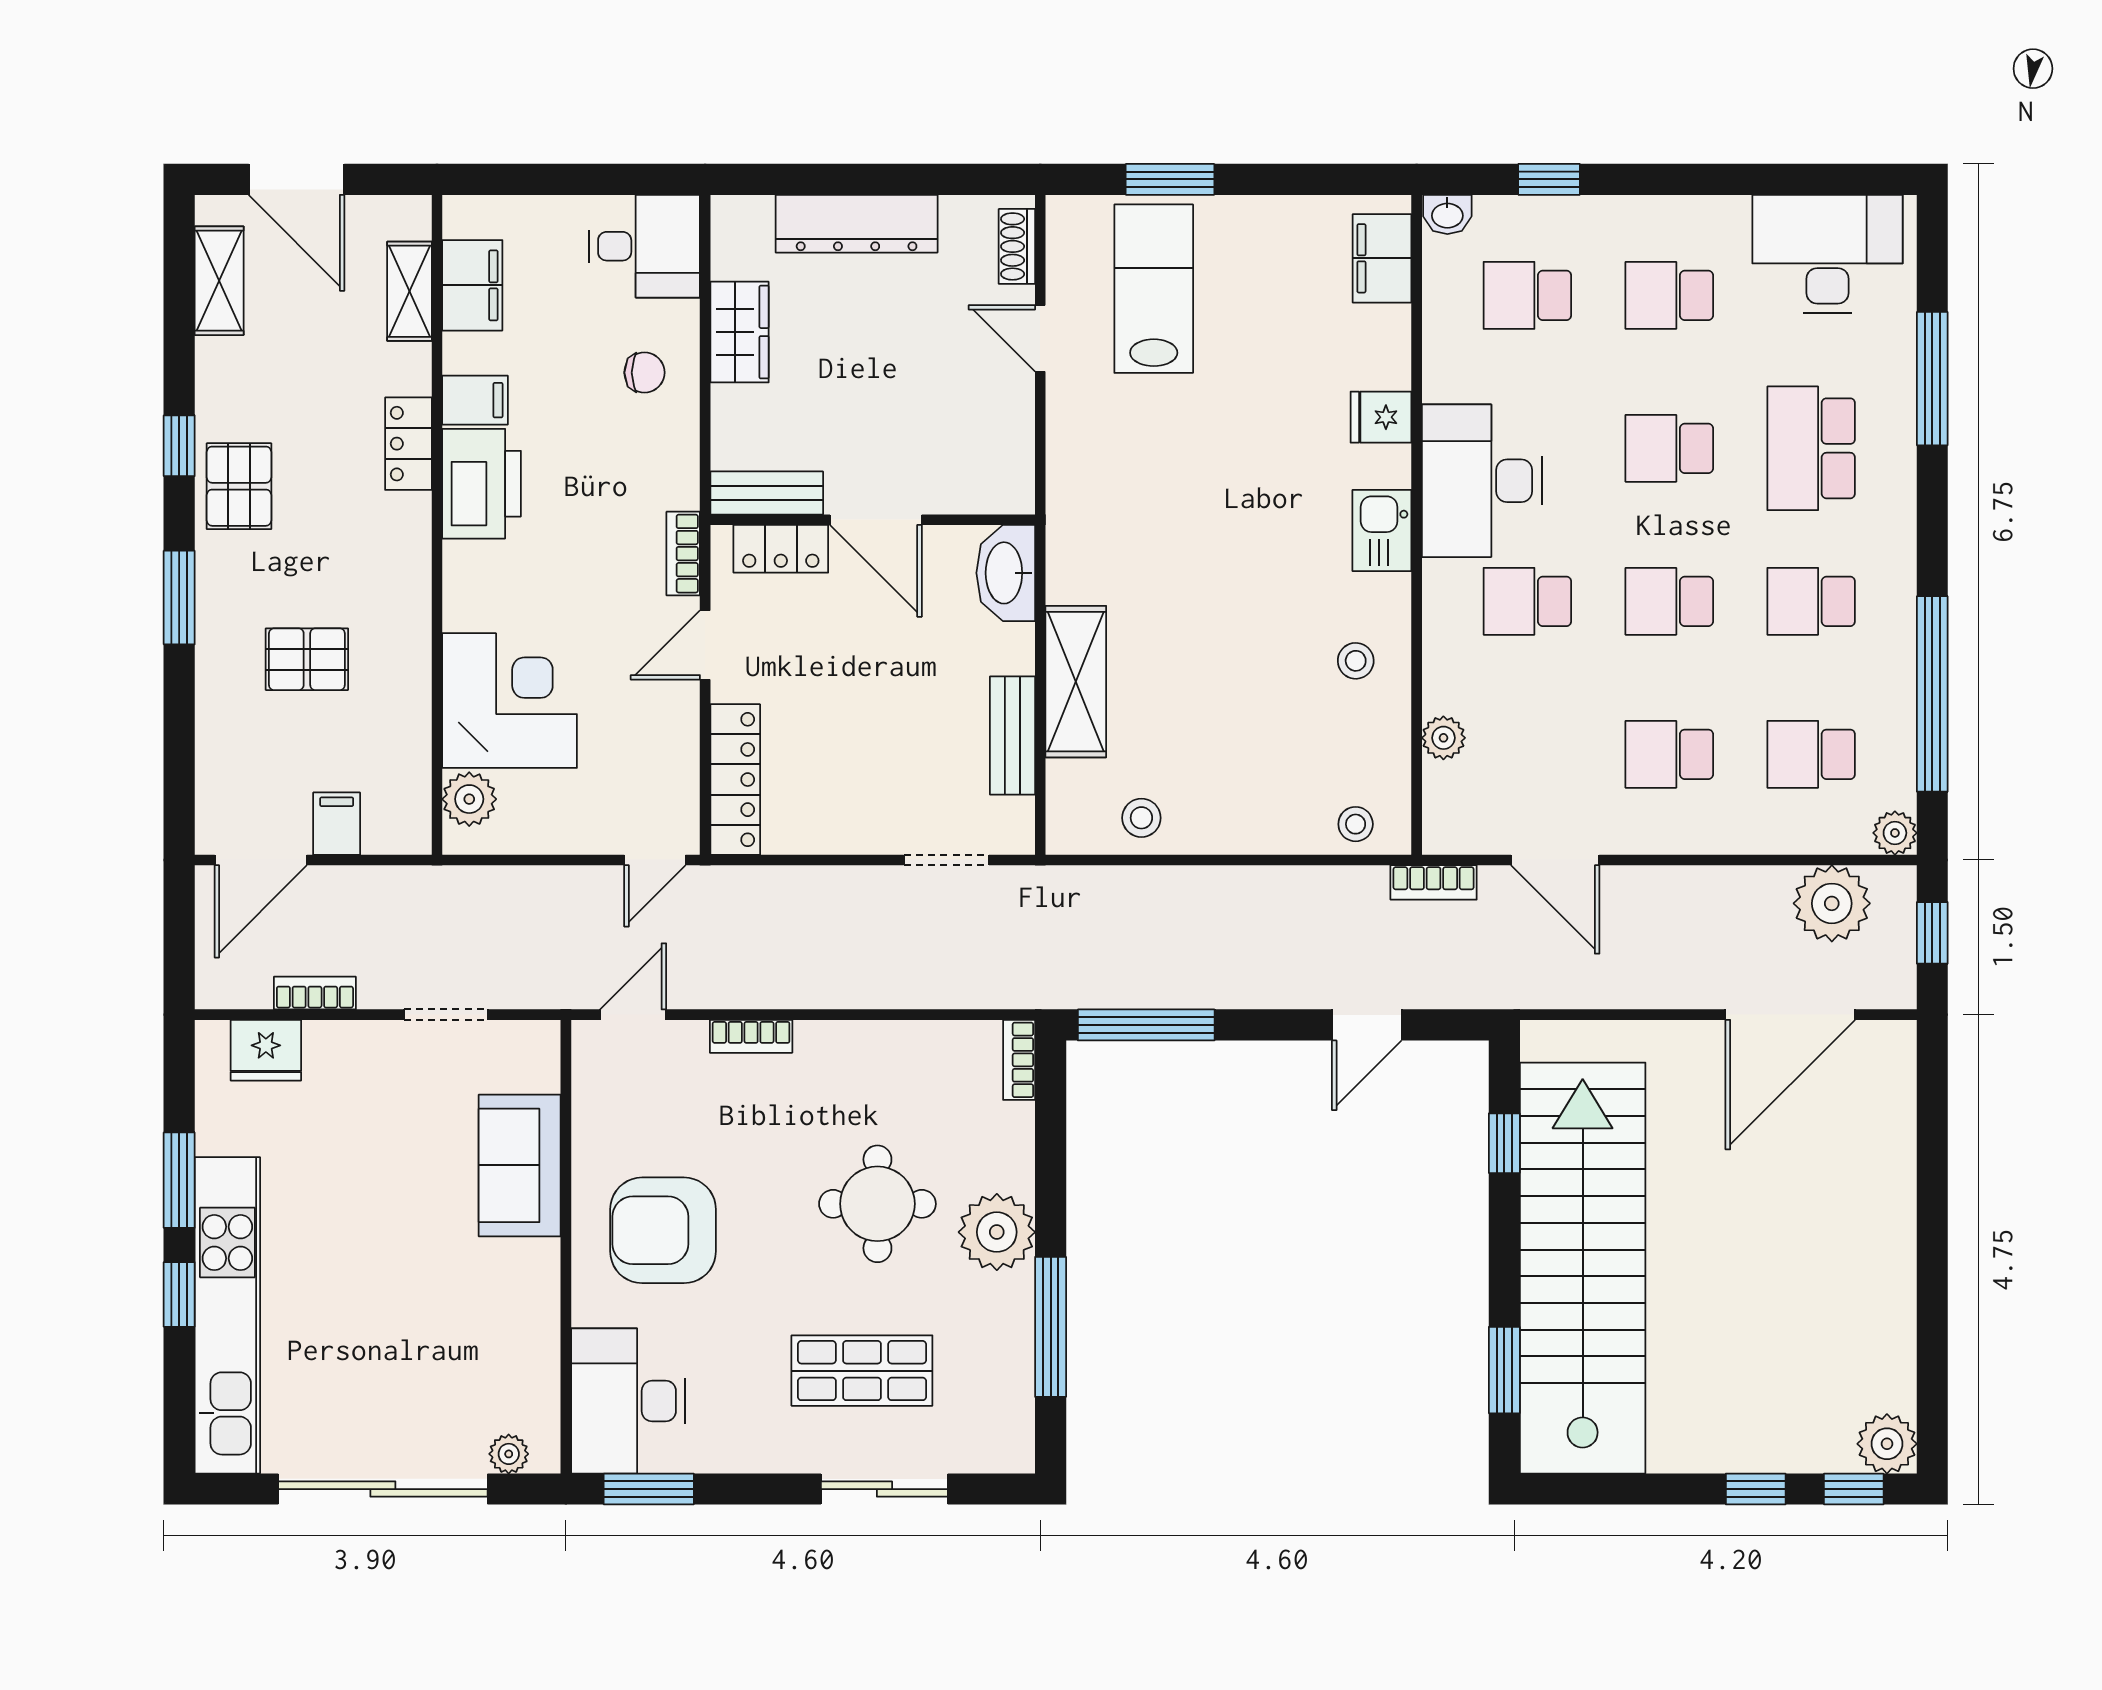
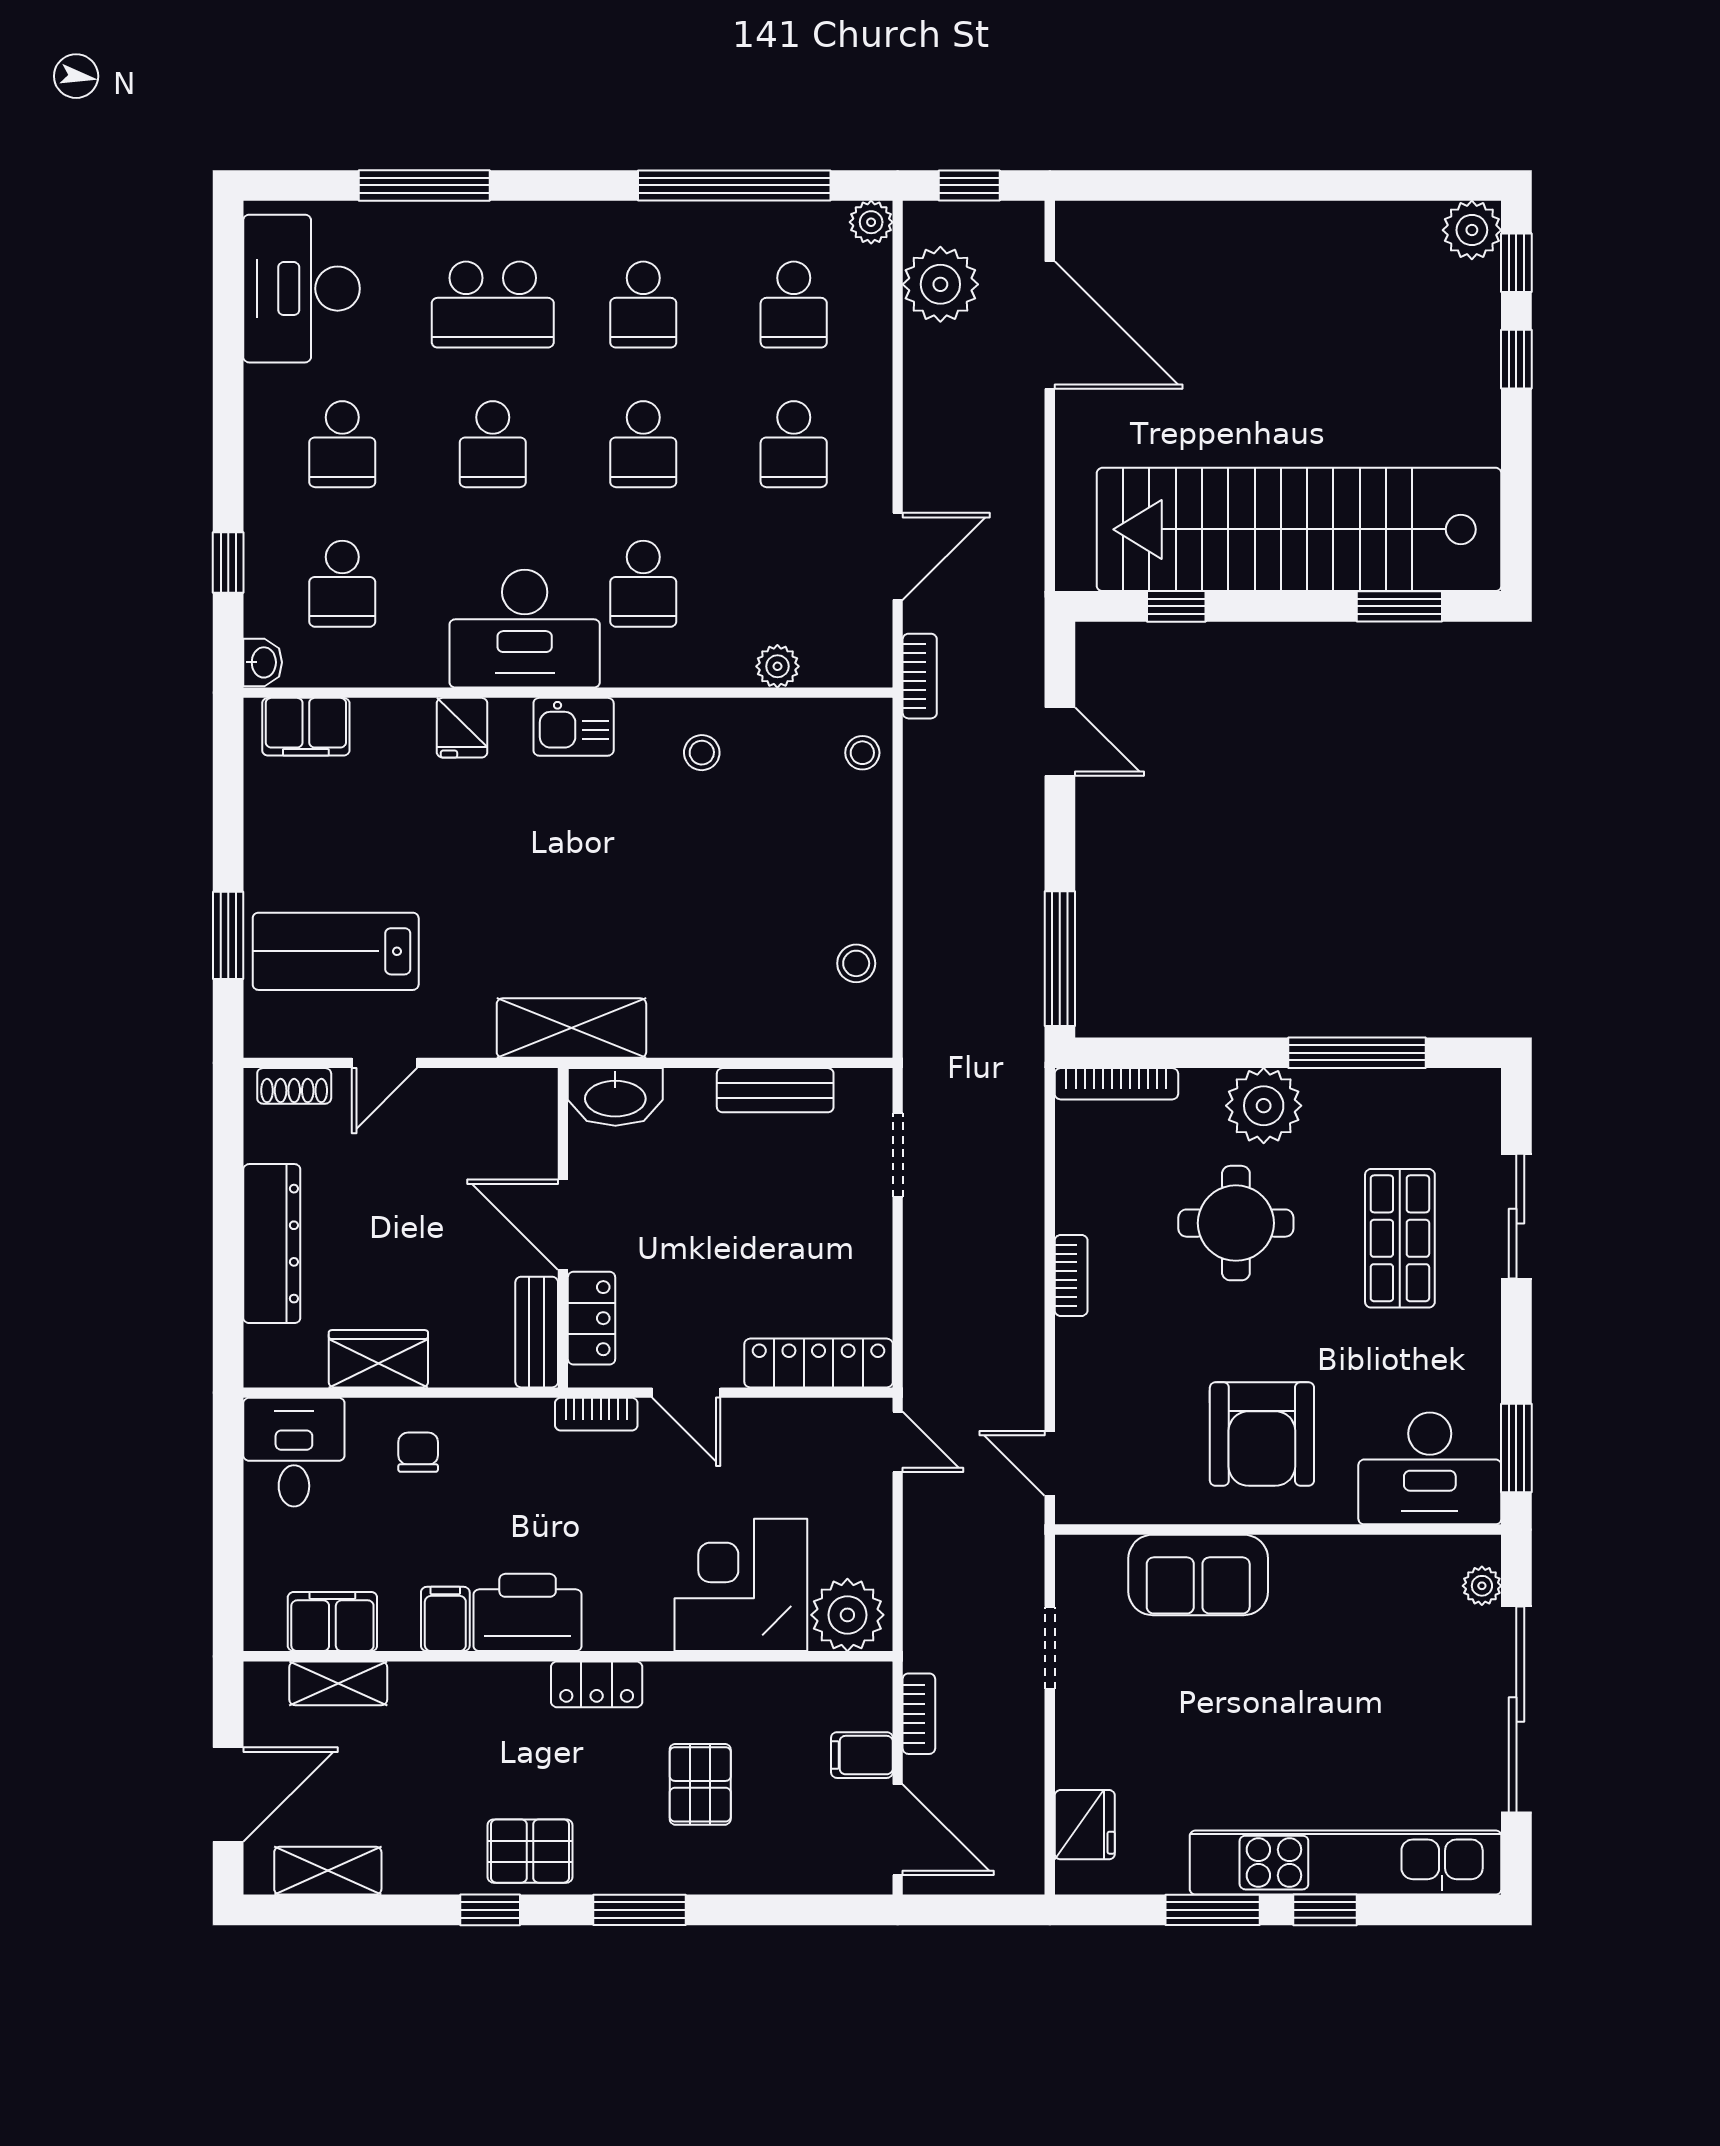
locker: (408, 444) -> (597, 1684), moved
door: (876, 520) -> (563, 1225), swing flipped
shelving: (1076, 682) -> (571, 1028), moved
plant: (469, 799) -> (847, 1615), width x1.36, depth x1.36
bookcase: (315, 993) -> (919, 1714), moved, turned 180
bookcase: (751, 1036) -> (1071, 1275), moved
bookcase: (1019, 1060) -> (1116, 1084), width x1.56

